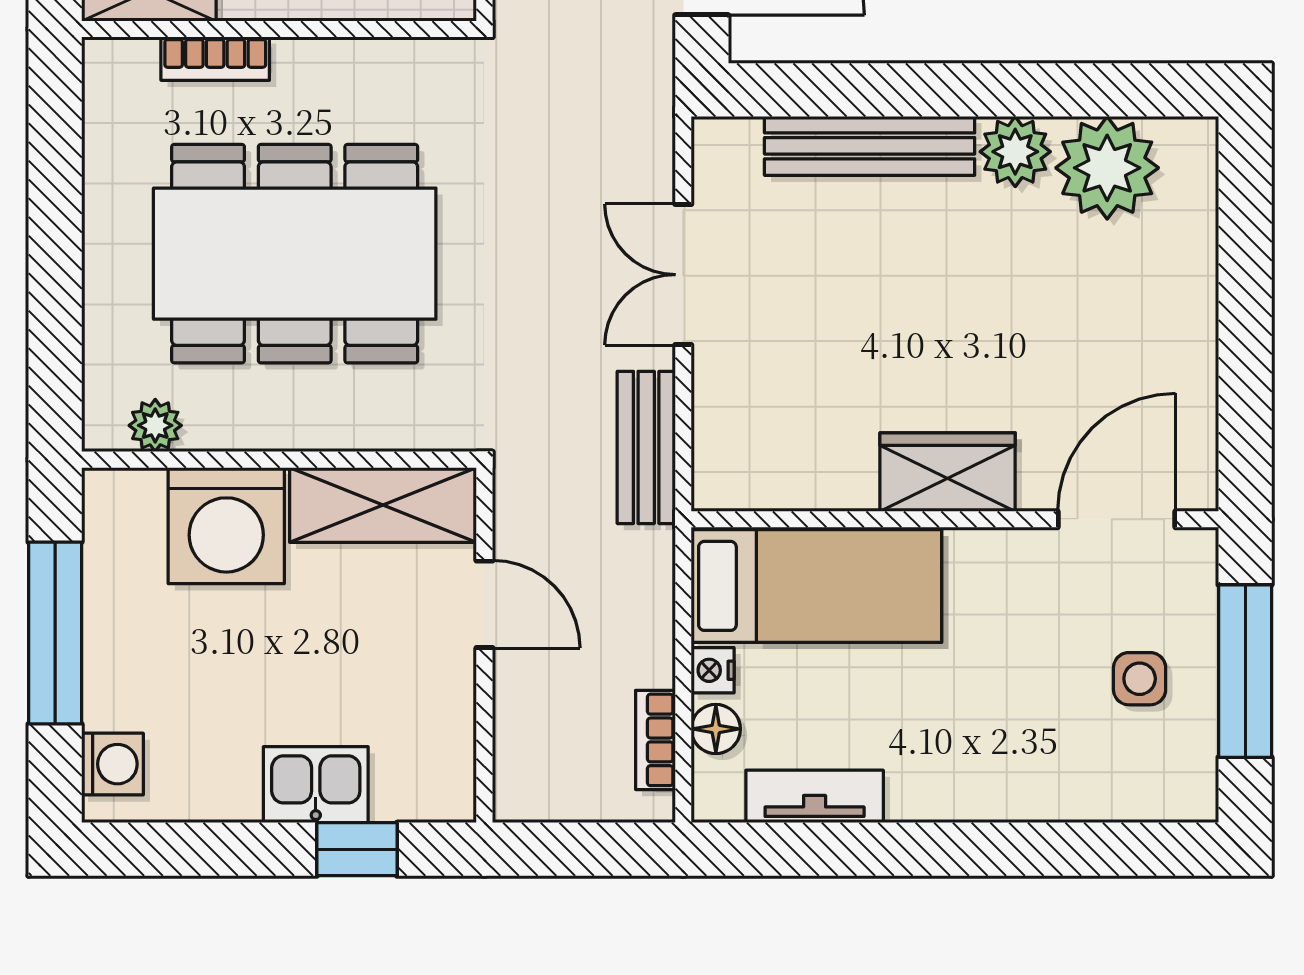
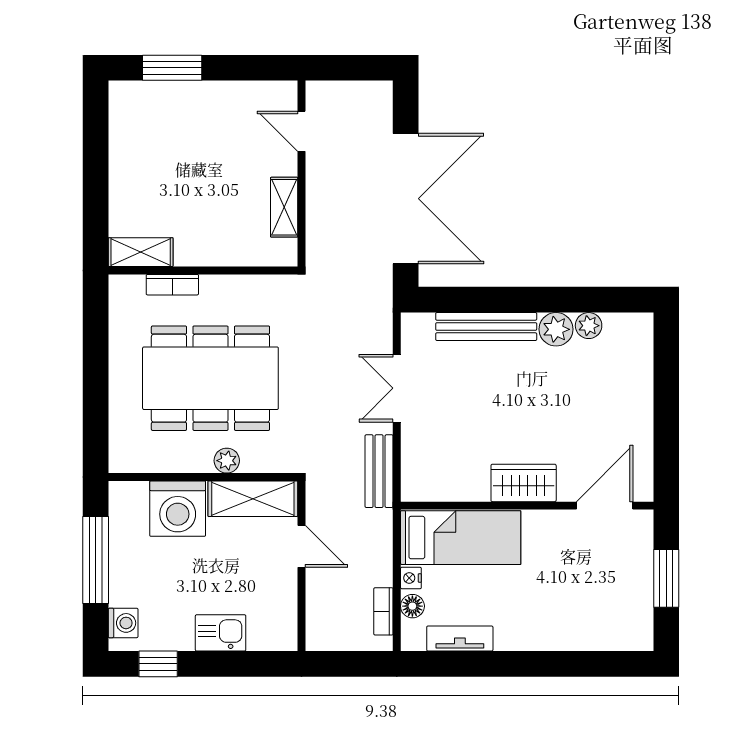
plant: (1107, 168) -> (589, 326), width x0.53, depth x0.53
plant: (155, 425) -> (227, 461), moved
window: (1245, 671) -> (666, 578), width x0.69
side table: (1140, 679) -> (616, 582), removed
window: (357, 849) -> (158, 664), moved

